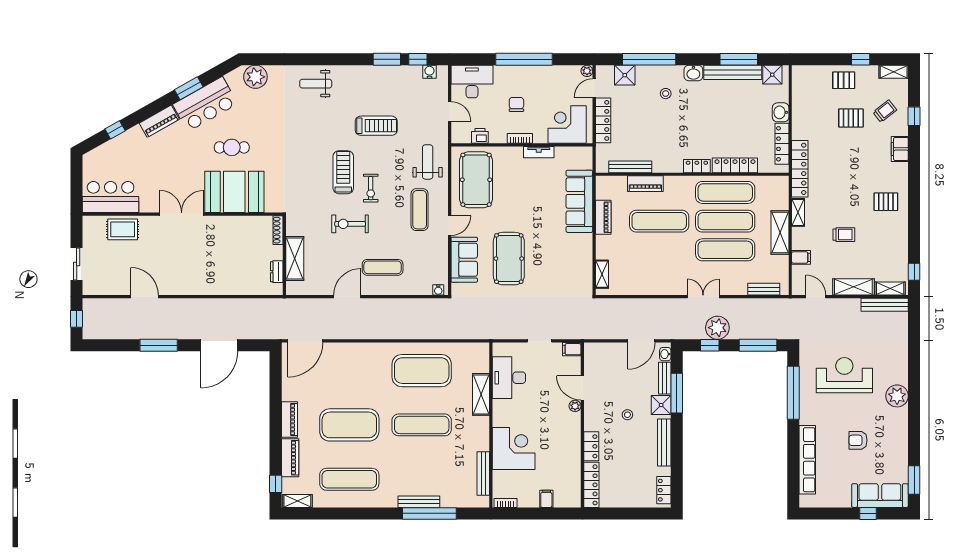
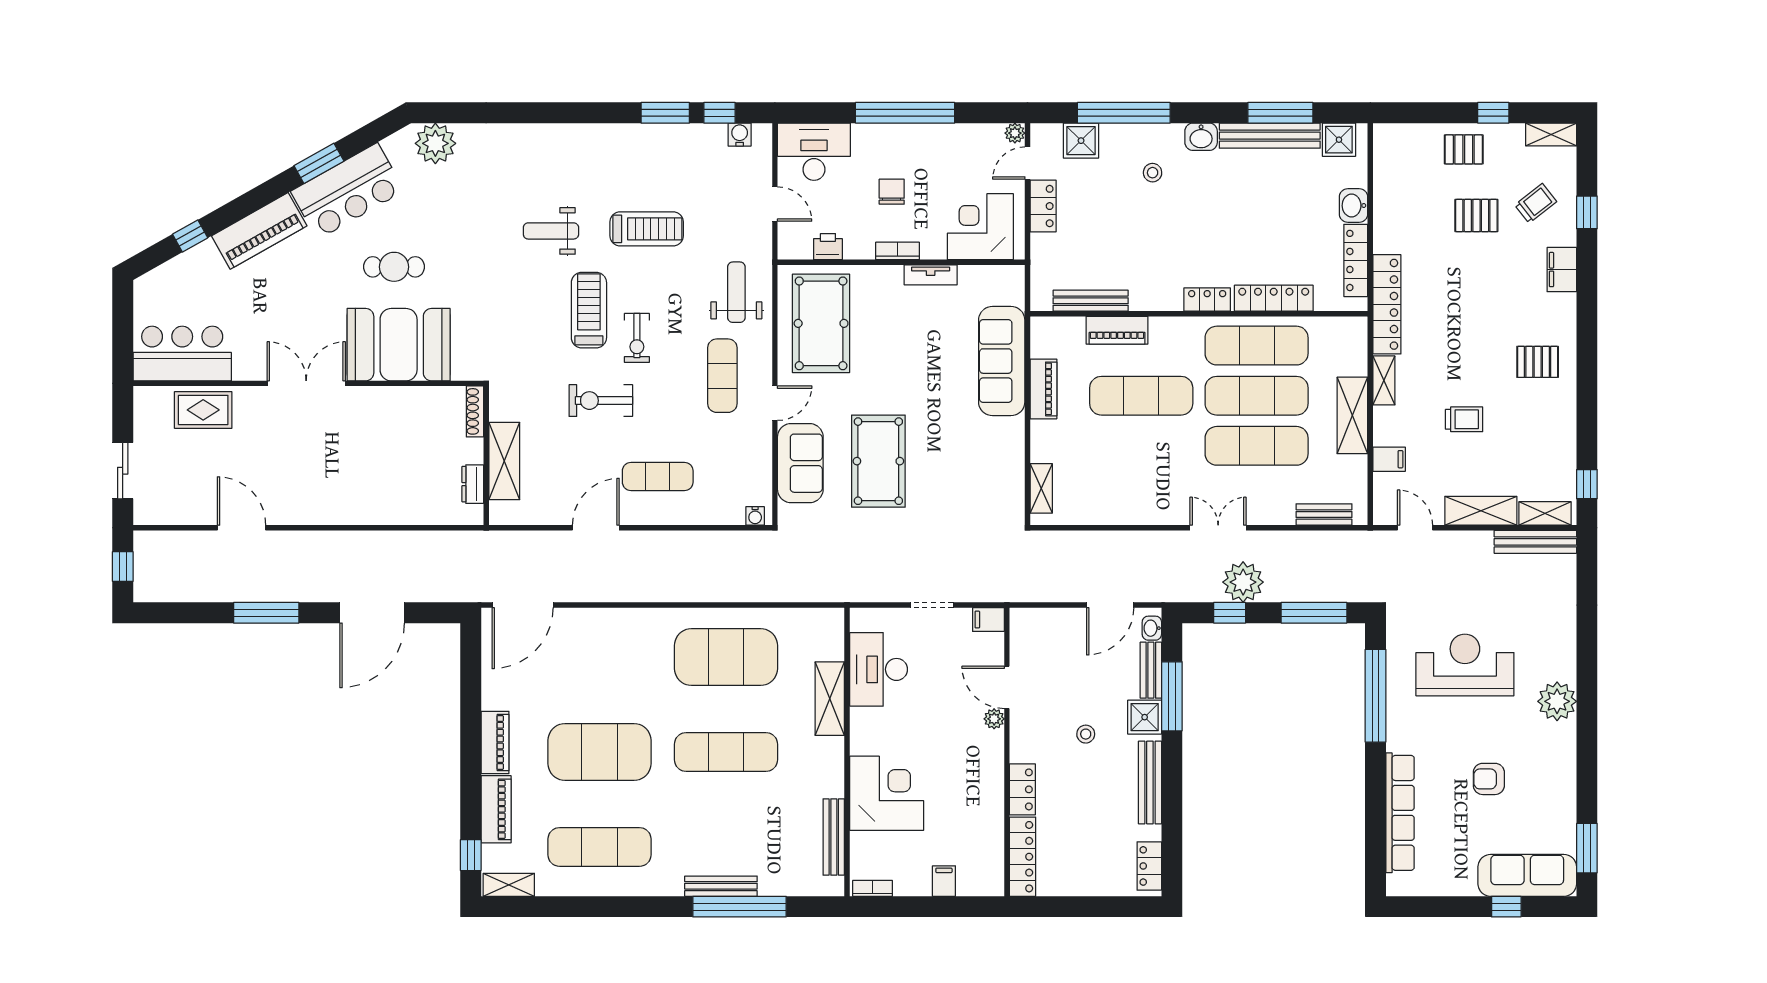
weight bench: (316, 84) -> (551, 231), moved
locker: (603, 120) -> (1043, 206), width x0.66
piano: (159, 121) -> (259, 231), width x1.37, depth x1.33

